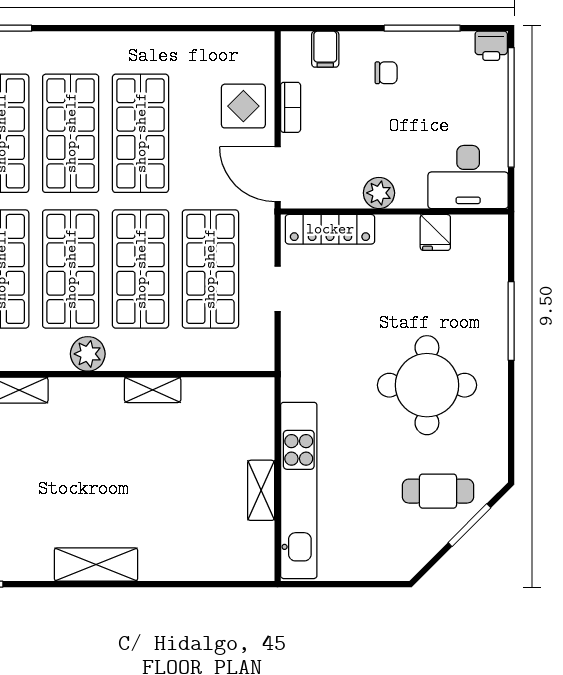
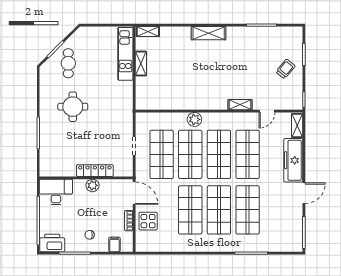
printer: (491, 46) -> (52, 243), width x1.87, depth x1.48
locker: (330, 229) -> (95, 171), moved
fridge: (435, 232) -> (69, 169), removed
plant: (88, 354) -> (194, 119), moved
round table: (427, 385) -> (73, 107), width x0.73, depth x0.73
shelving: (153, 390) -> (148, 32), moved
kitchen unit: (299, 490) -> (125, 54), width x0.73
cafe table: (438, 491) -> (68, 63), turned 90

